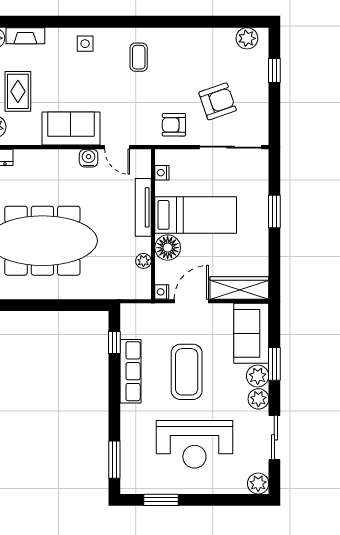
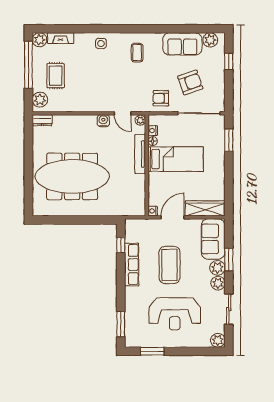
sofa: (71, 128) -> (182, 44), moved, turned 180
window: (274, 211) -> (229, 140), moved
floor lamp: (168, 248) -> (153, 141), moved, width x0.53, depth x0.53
plant: (143, 261) -> (140, 120), moved

